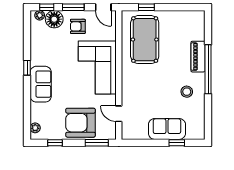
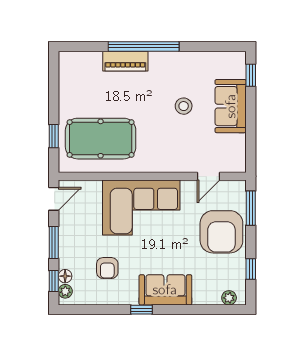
floor lamp: (54, 19) -> (65, 276), width x0.53, depth x0.53
armchair: (78, 26) -> (107, 268), moved
stool: (187, 92) -> (184, 106), moved
window: (177, 143) -> (251, 75), moved

